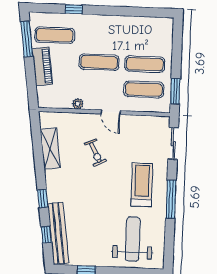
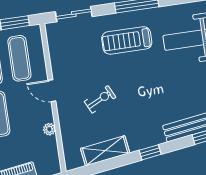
door: (111, 112) -> (52, 91), swing flipped
window: (43, 199) -> (150, 152), moved

